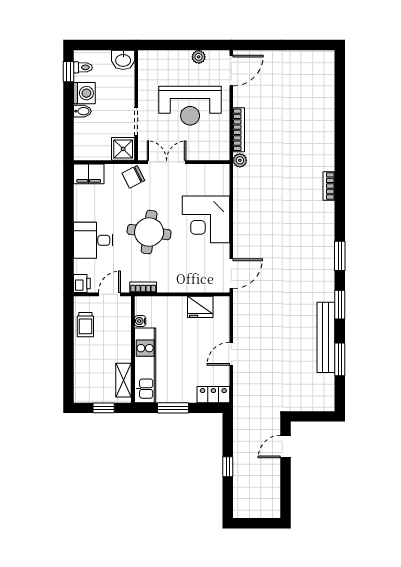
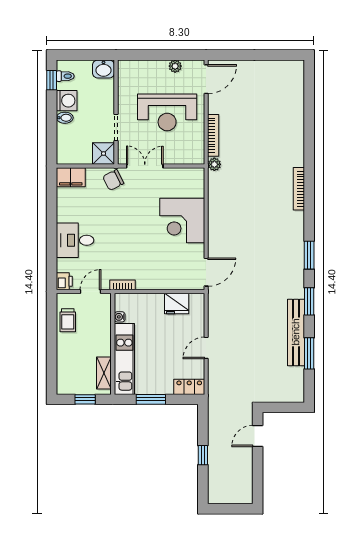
bookcase: (329, 186) -> (299, 189), width x1.56
round table: (149, 232) -> (128, 232), removed

